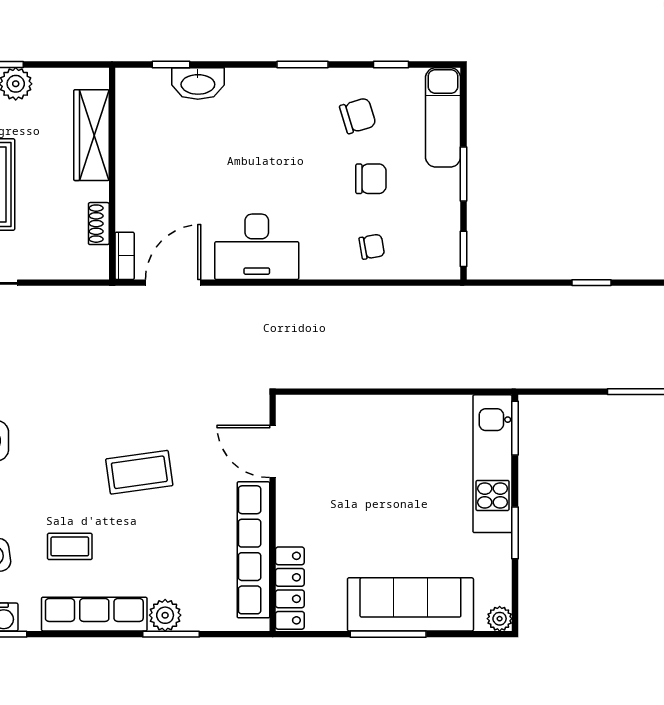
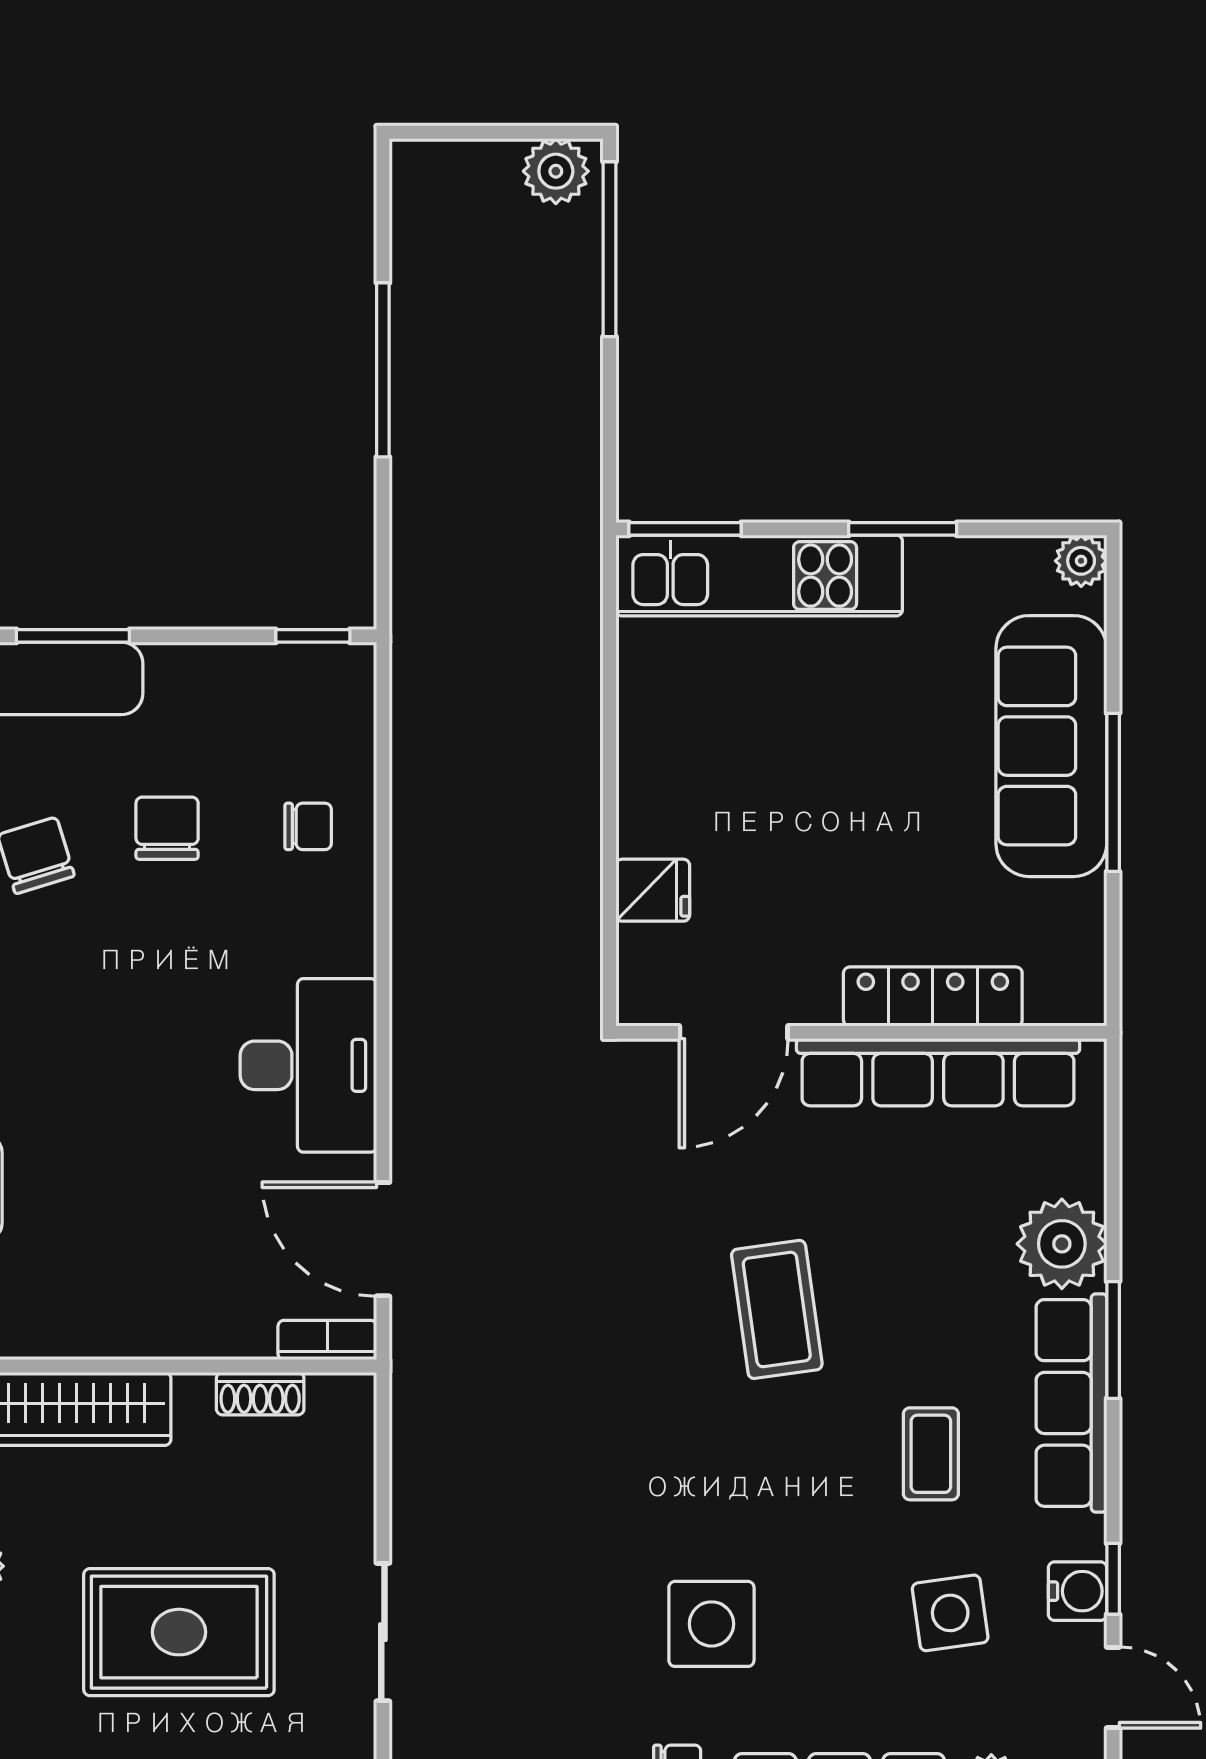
window: (463, 174) -> (73, 636), moved
chair: (372, 247) -> (308, 826), turned 100
window: (592, 283) -> (383, 370), width x2.17
fridge: (341, 413) -> (653, 890), added
locker: (290, 588) -> (933, 997), moved
plant: (165, 615) -> (1062, 1244), width x1.36, depth x1.36
window: (171, 634) -> (1113, 1340), moved

